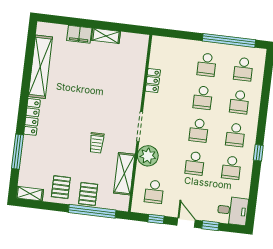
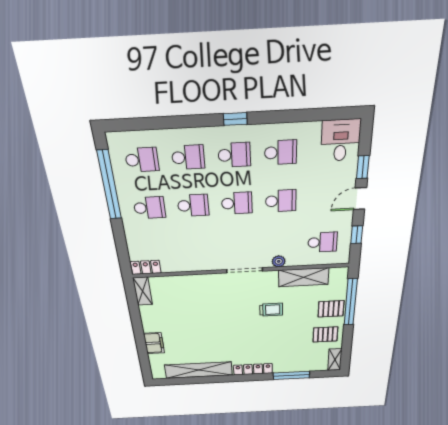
shelving: (106, 36) -> (143, 291), moved
locker: (153, 80) -> (146, 267), moved
window: (258, 153) -> (235, 119), moved
plant: (148, 156) -> (279, 261), width x0.53, depth x0.53

